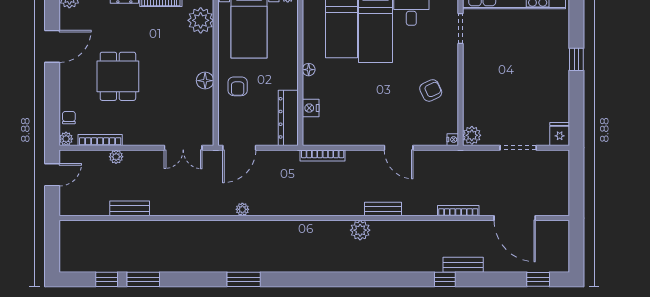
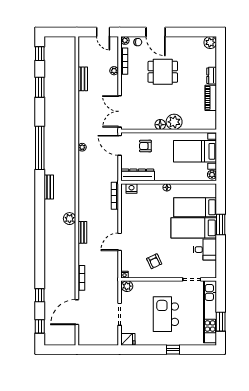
plant: (201, 20) -> (174, 122), moved
door: (52, 46) -> (156, 32), moved
kitchen island: (518, 71) -> (166, 314), added
armchair: (238, 86) -> (145, 146), moved
nightstand: (311, 108) -> (132, 188), moved
double door: (183, 148) -> (120, 111), width x1.37
bench: (463, 265) -> (49, 187), moved
window: (107, 279) -> (40, 54), moved
window: (244, 279) -> (40, 148), width x2.11
window: (445, 279) -> (40, 295), moved

